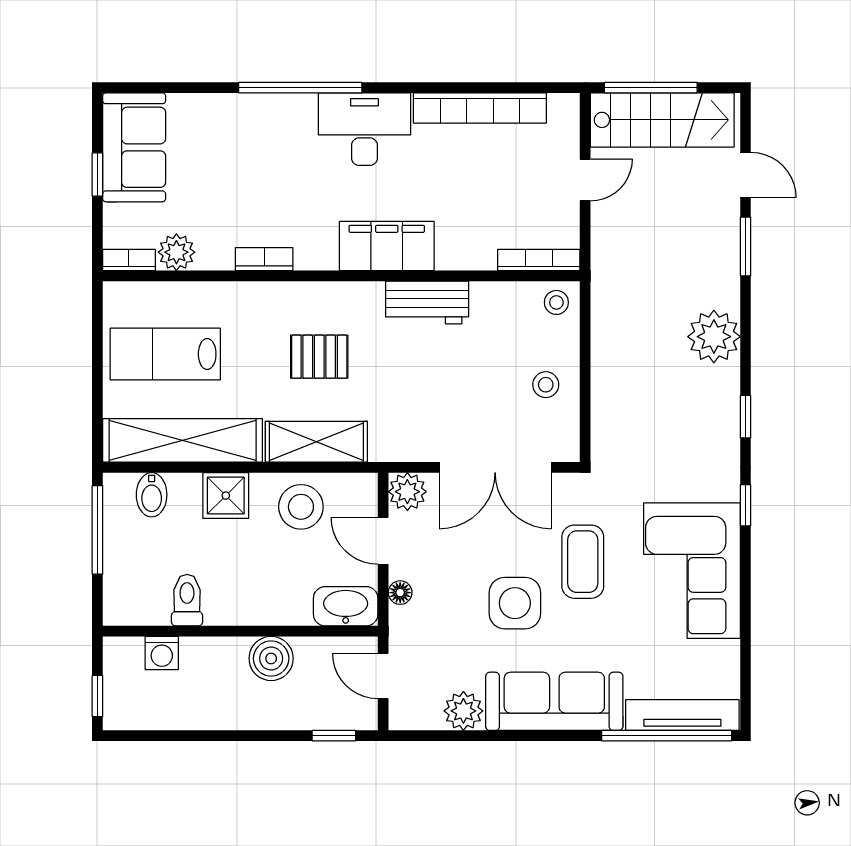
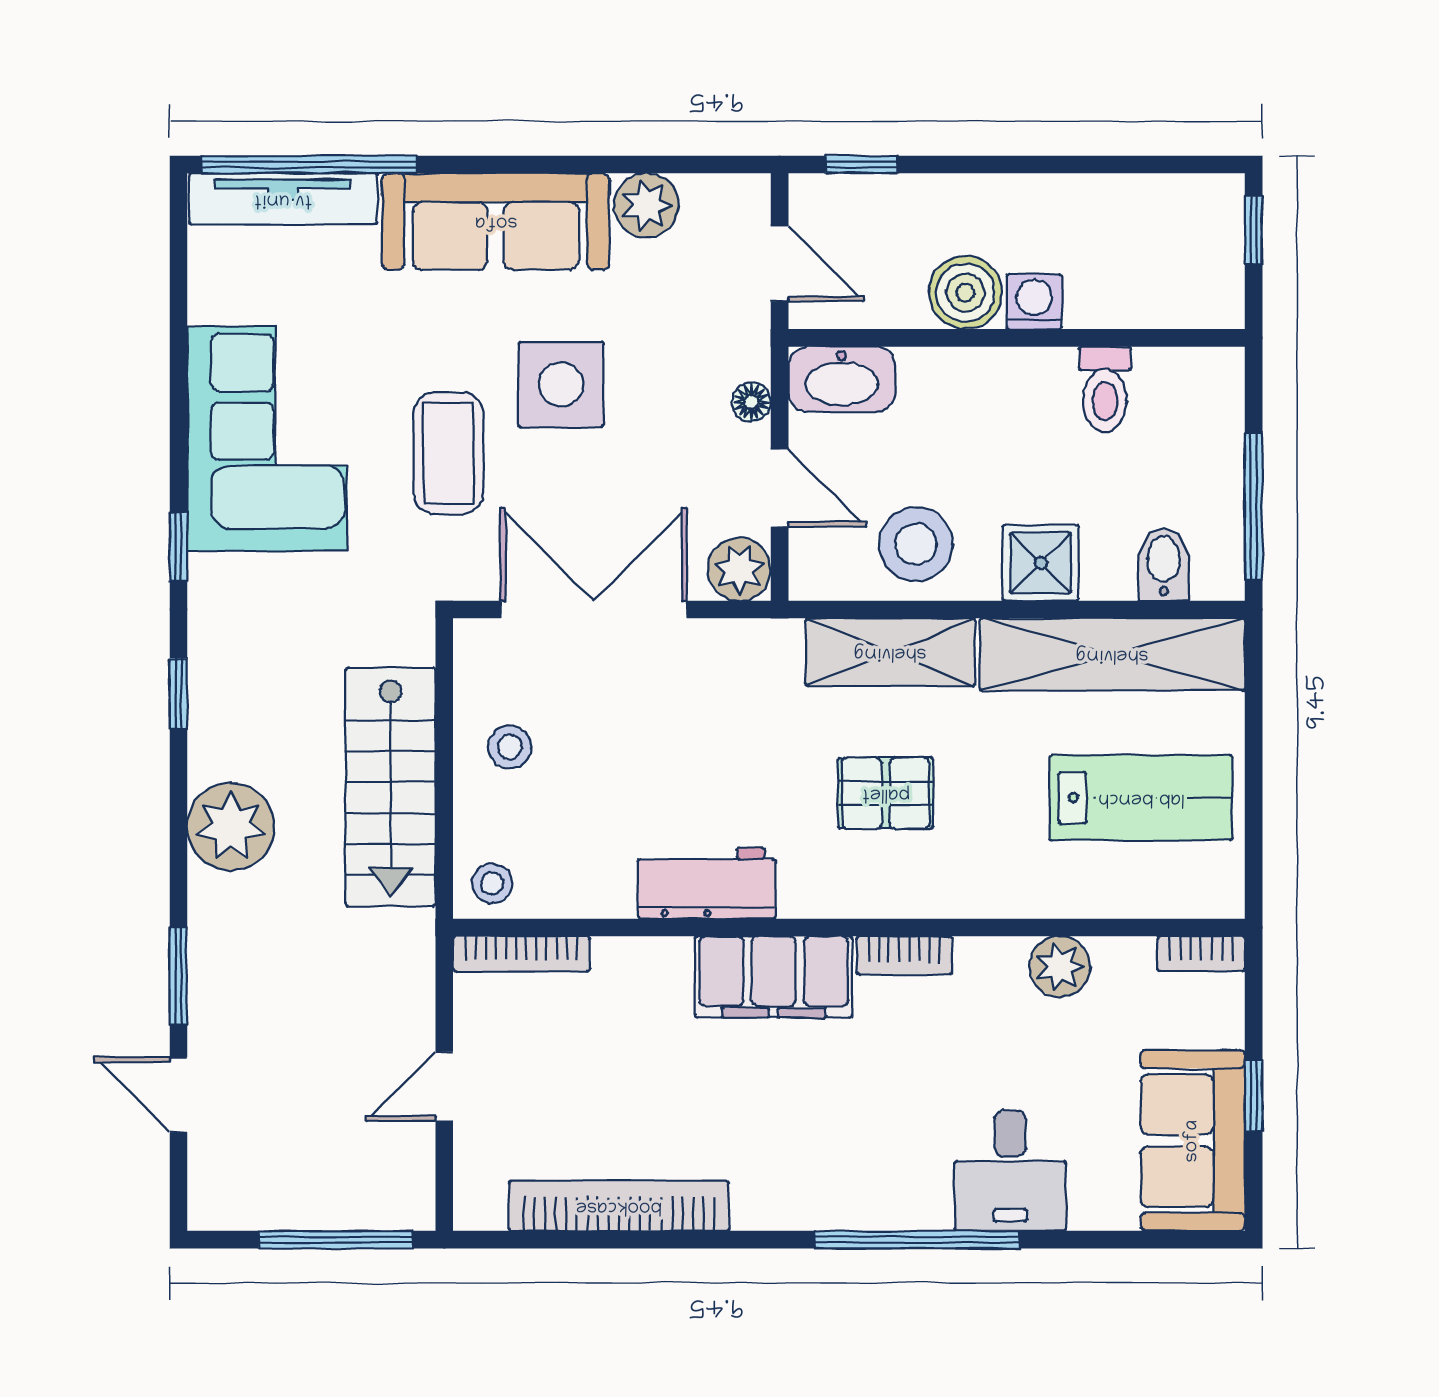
stairs: (662, 120) -> (391, 787), moved, turned -90
desk: (364, 129) -> (1010, 1171), moved, width x0.73
plant: (176, 252) -> (1060, 967), moved
bookcase: (264, 259) -> (904, 955), moved
washing machine: (162, 653) -> (1034, 302), moved

